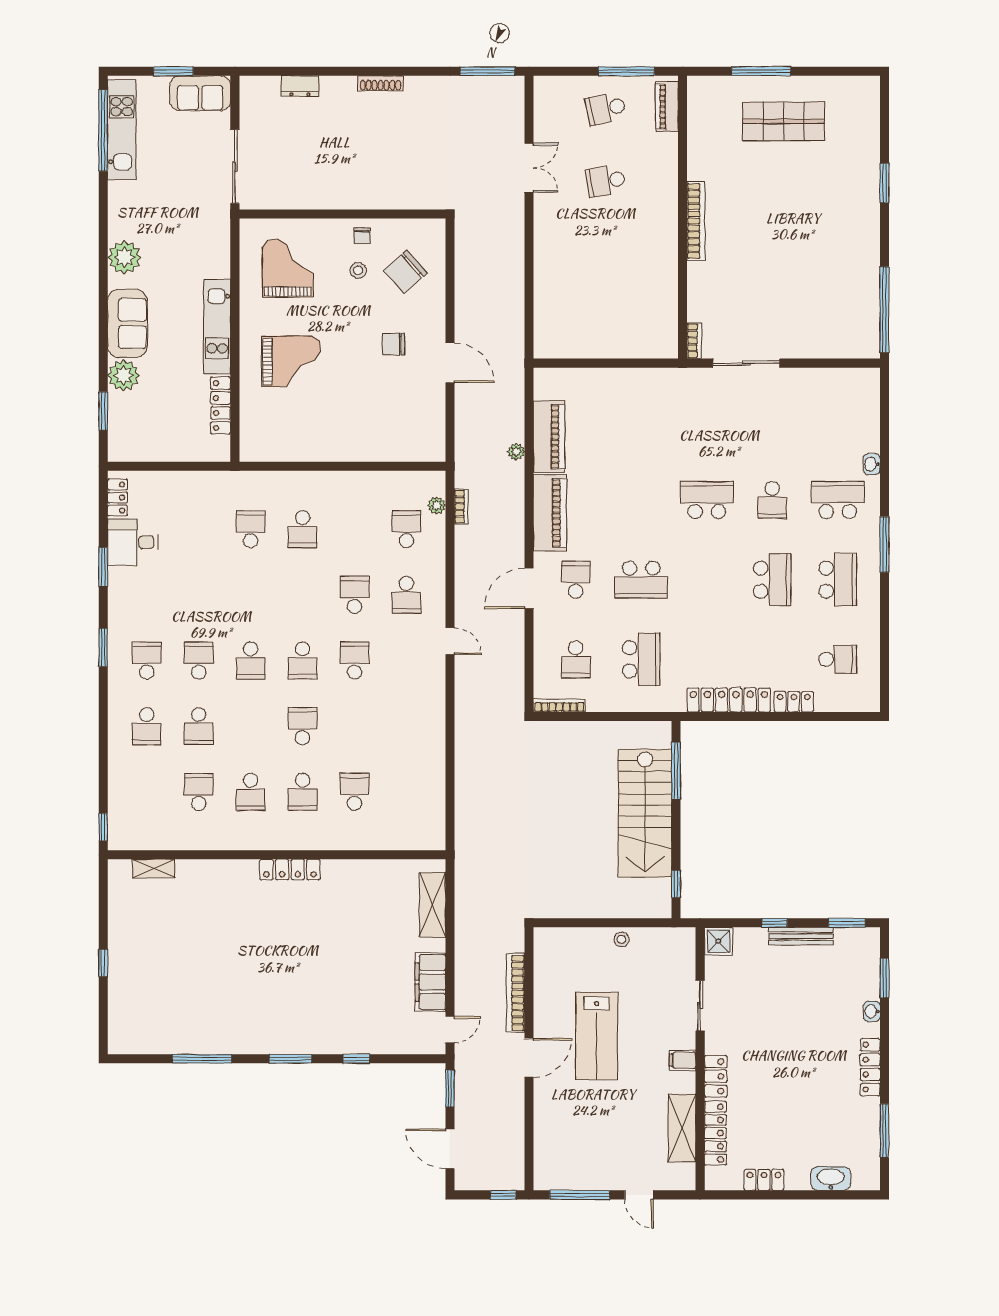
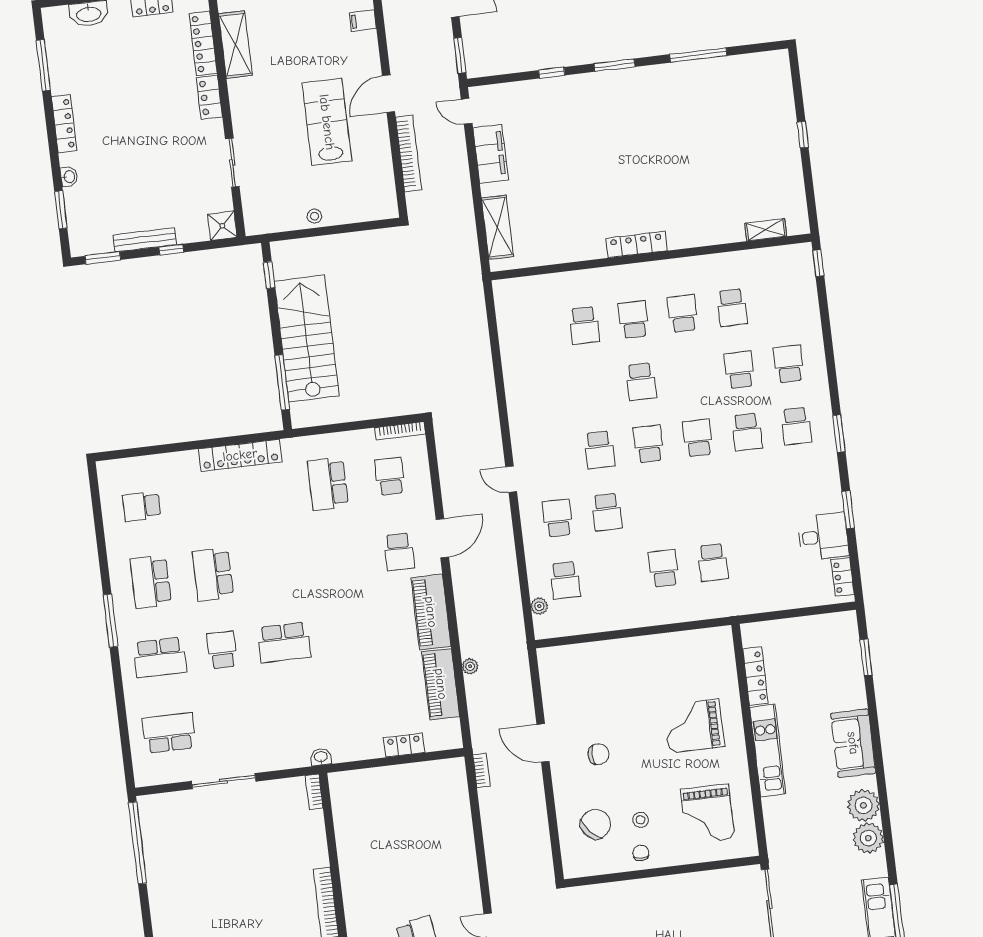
sliding door: (746, 363) -> (224, 781), moved
plant: (124, 375) -> (868, 838), moved
washbasin: (872, 464) -> (321, 757), moved, turned -90
bookcase: (461, 507) -> (481, 770), moved, turned 180
school desk: (641, 580) -> (169, 733), moved
locker: (794, 702) -> (404, 745), moved, turned 180
door: (450, 1029) -> (467, 111), hinge flipped
filing cabinet: (683, 1060) -> (363, 21), moved, turned 180

